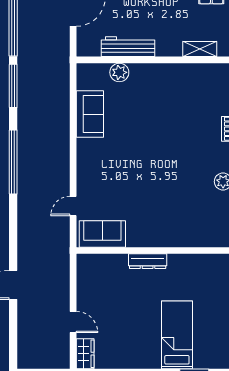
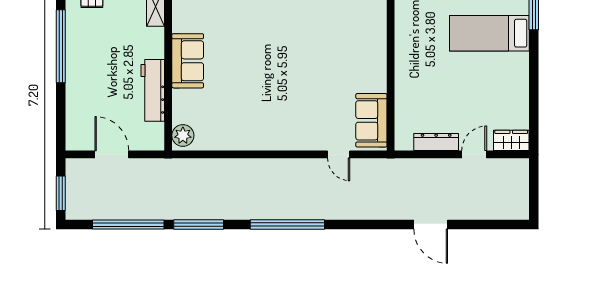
plant: (119, 72) -> (183, 135), moved
sofa: (90, 114) -> (188, 61), moved, turned 90
dresser: (148, 261) -> (436, 142), moved, turned -90

